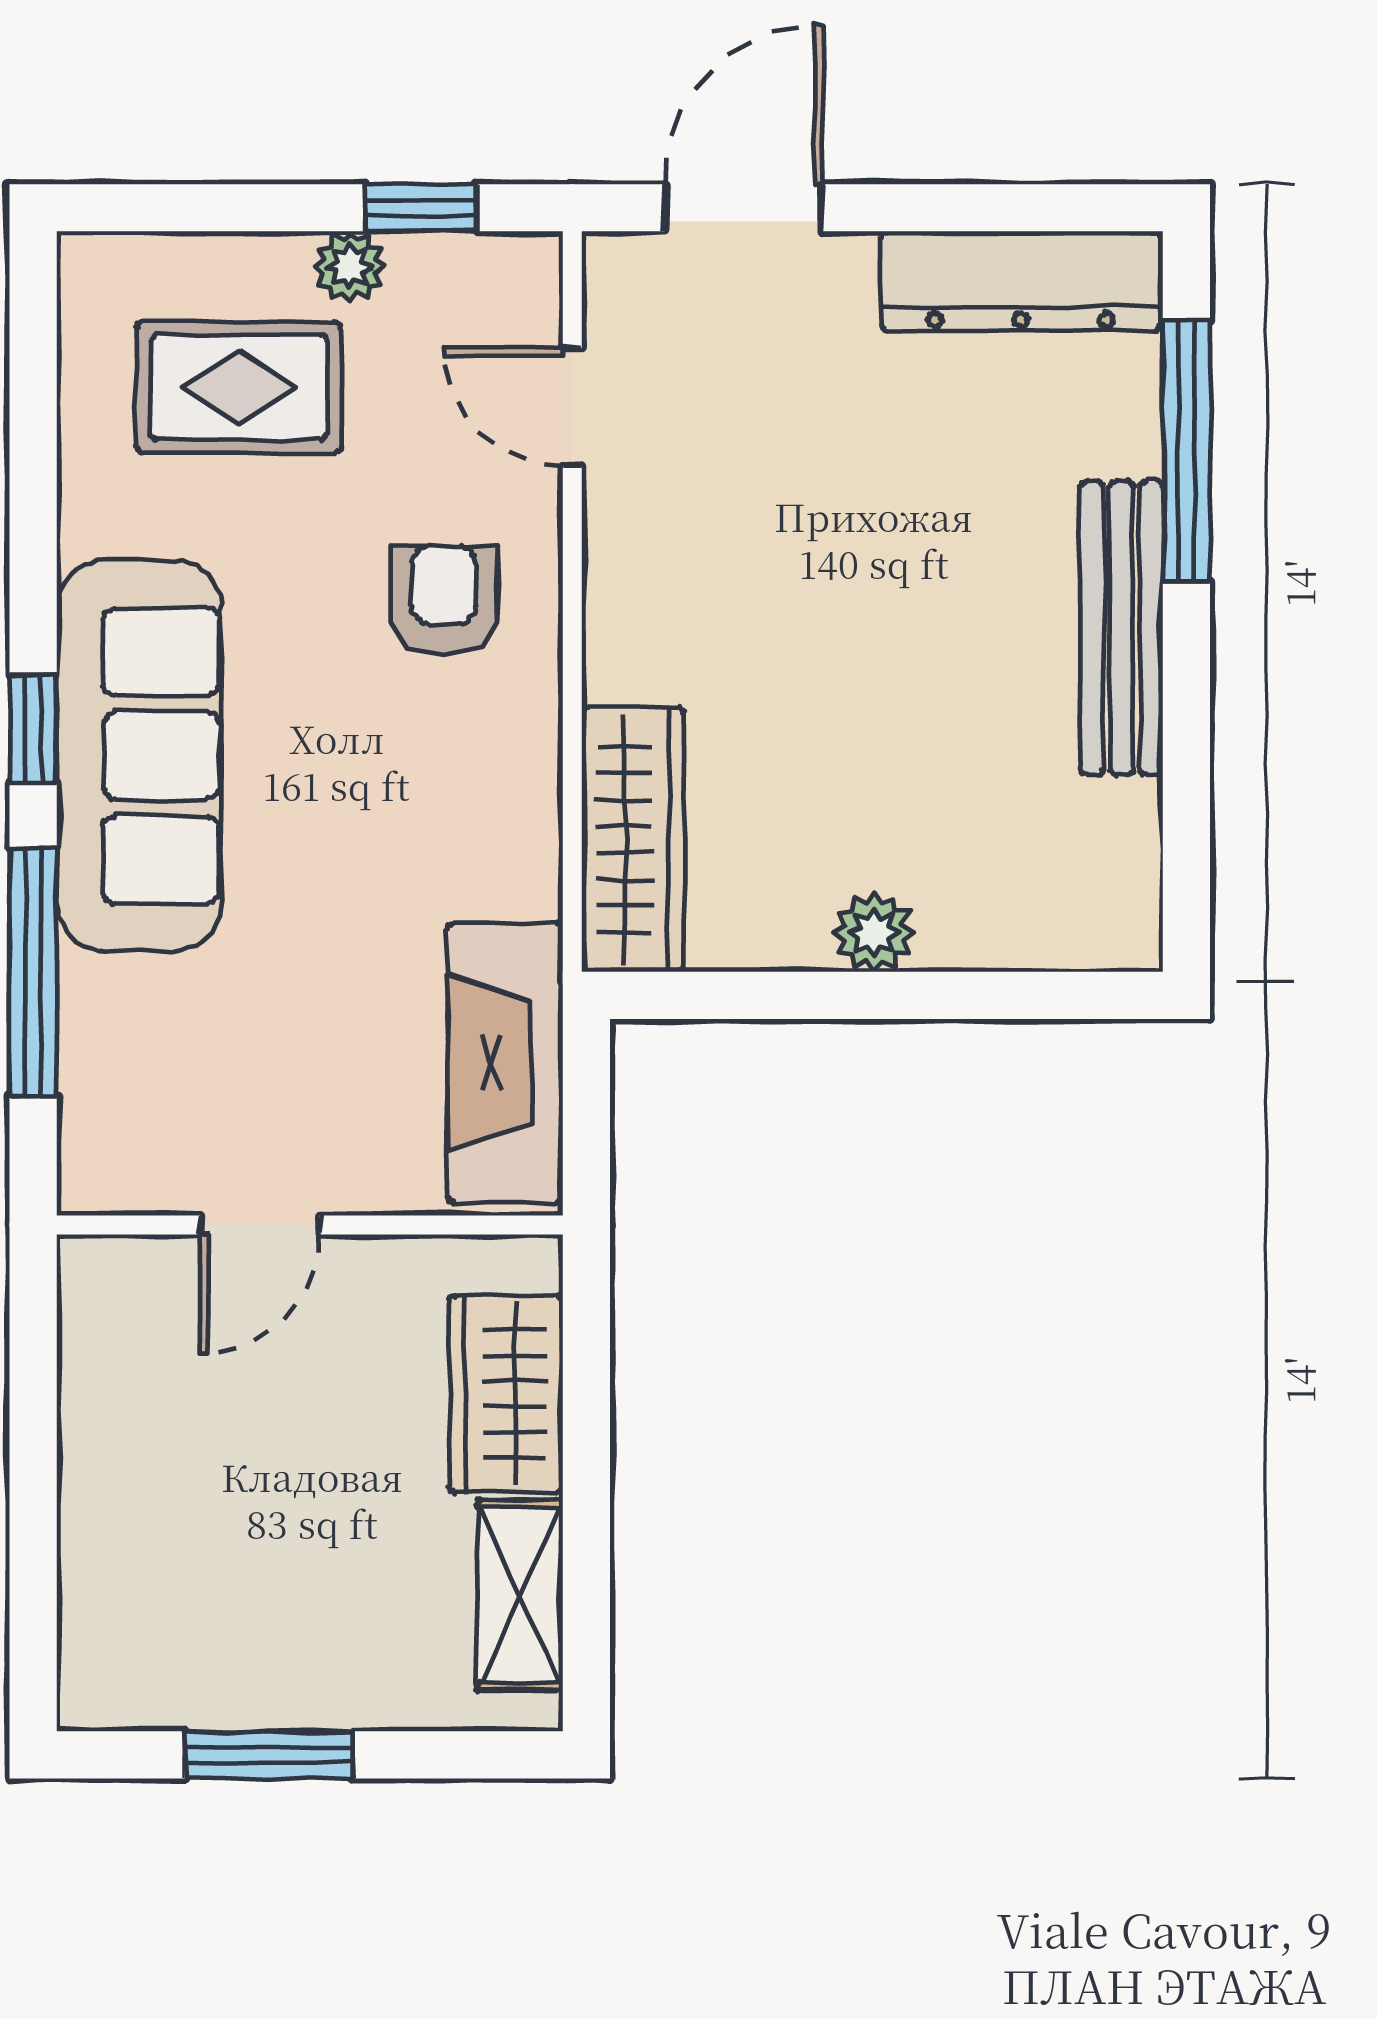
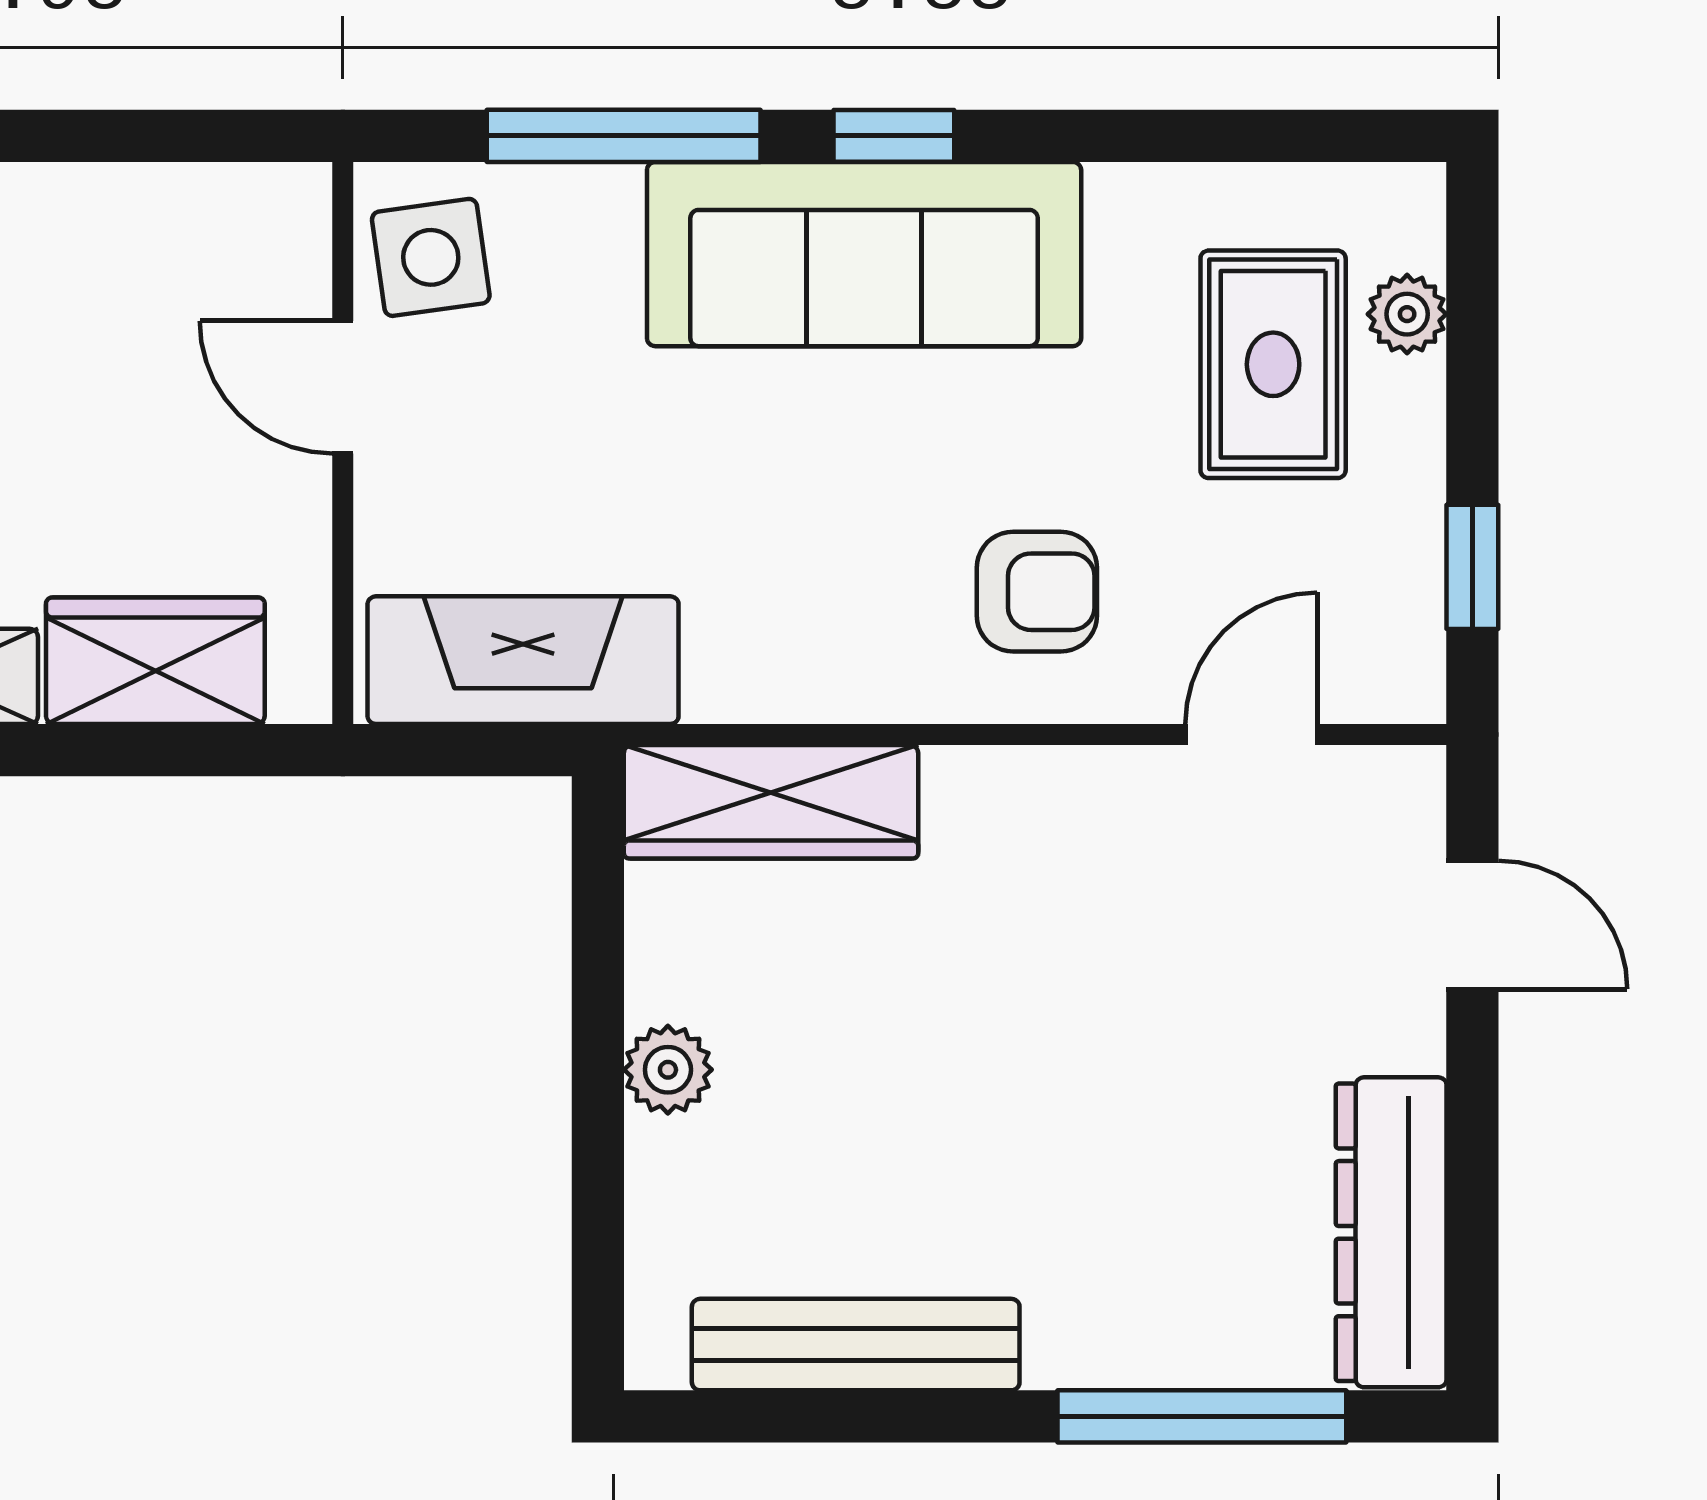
door: (744, 208) -> (1472, 925), width x0.73
plant: (349, 267) -> (1407, 314), moved
bench: (1122, 628) -> (856, 1345), moved
side table: (143, 1146) -> (431, 257), added

